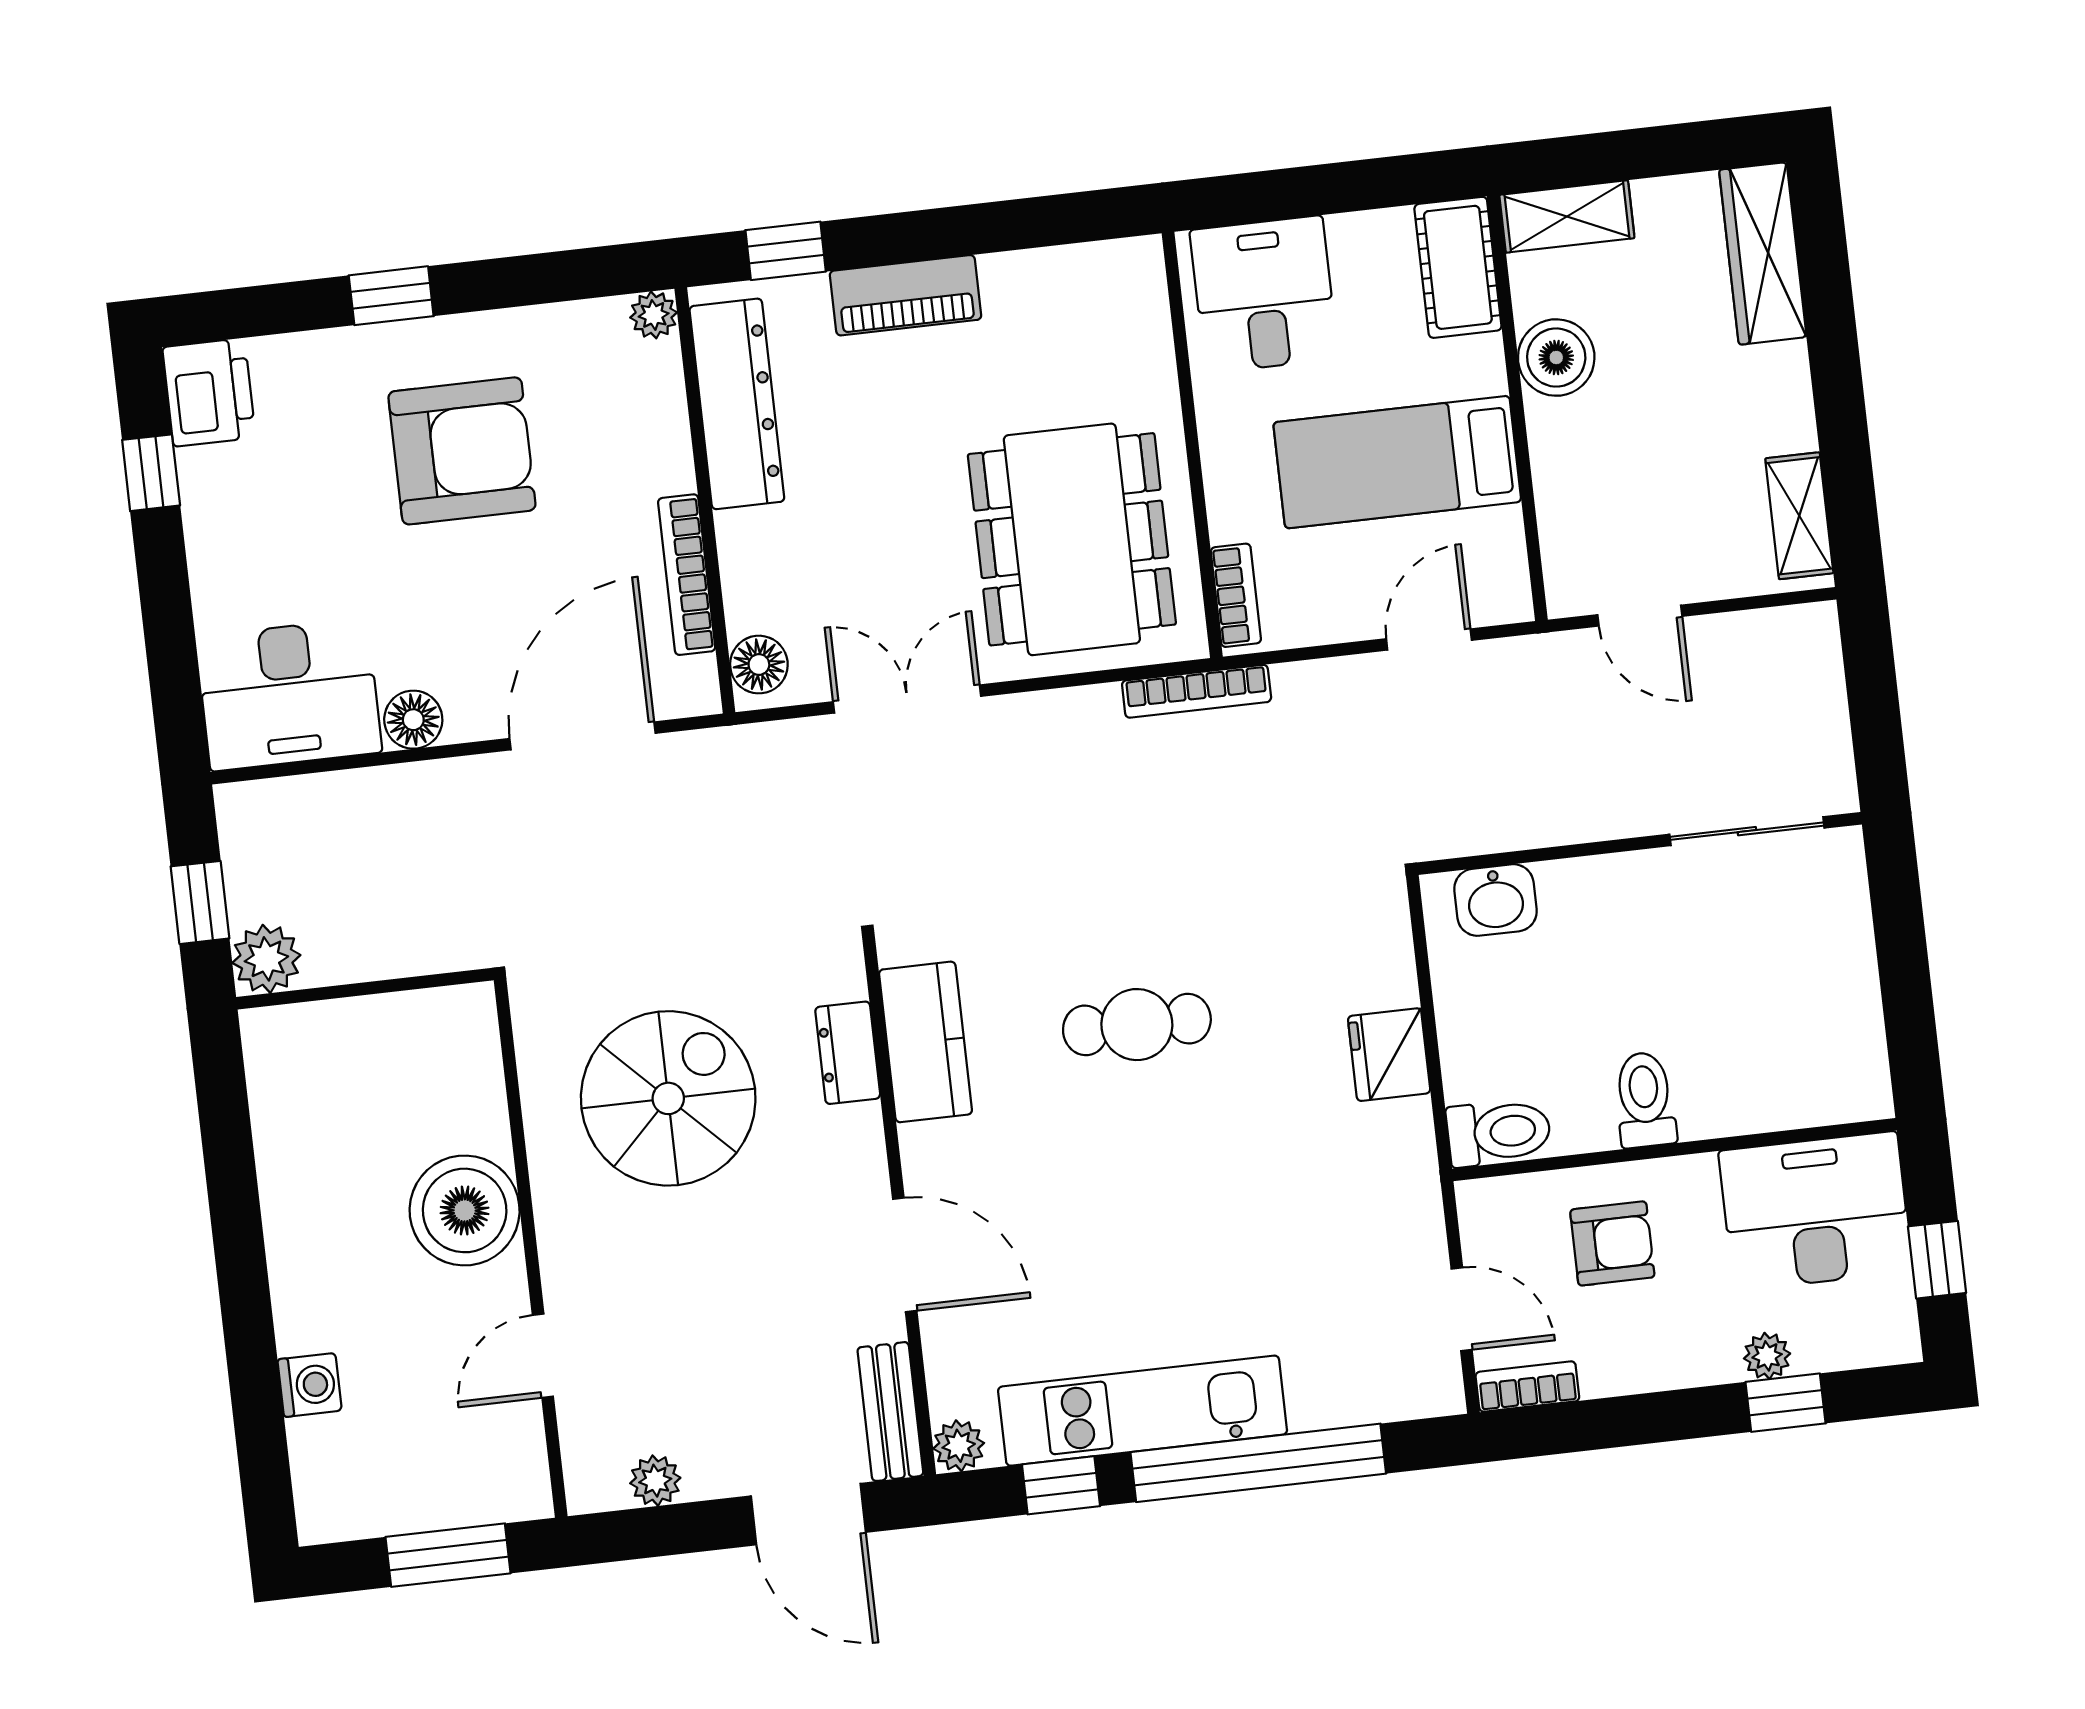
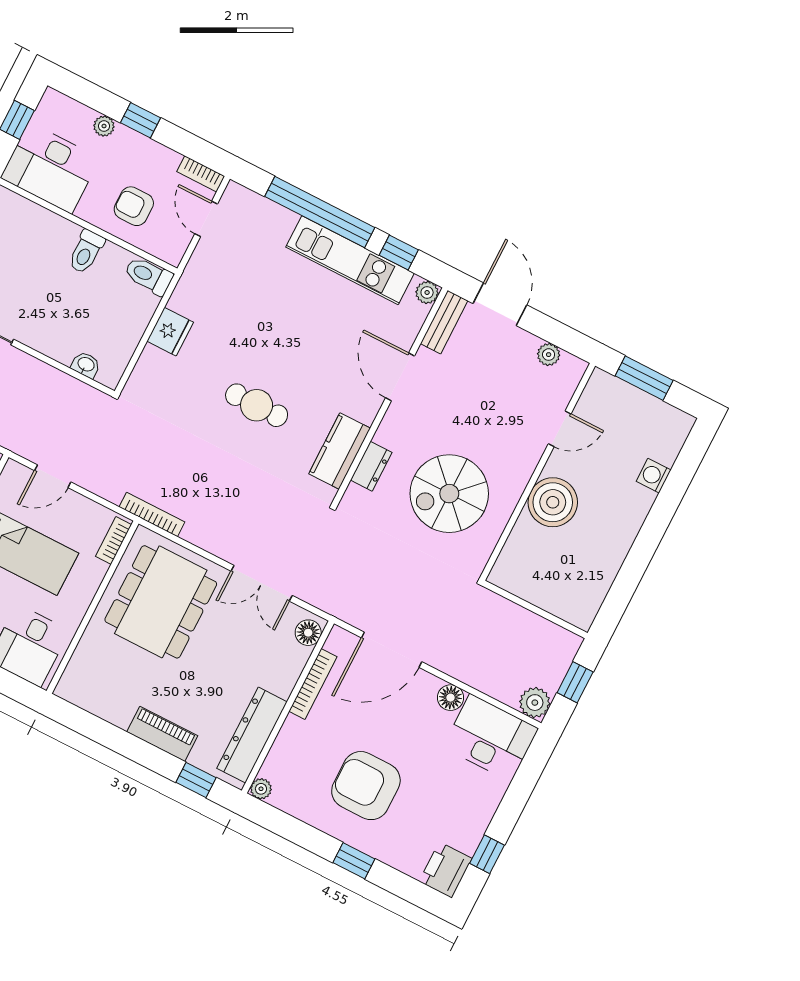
washbasin: (1495, 900) -> (86, 365), width x0.72, depth x0.69
plant: (266, 959) -> (535, 703), moved
window: (1786, 1403) -> (141, 120), moved

